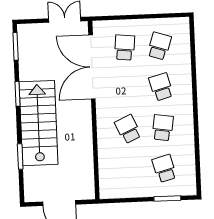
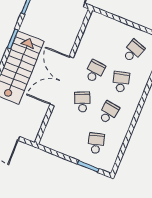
school desk: (125, 47) -> (95, 71), moved
double door: (92, 67) -> (62, 81), moved

